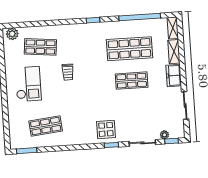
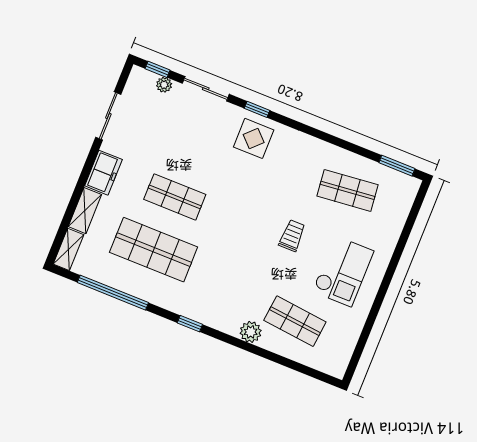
plant: (12, 34) -> (251, 332), moved
trolley: (68, 72) -> (292, 236), moved
checkout: (28, 84) -> (343, 271), turned 180

